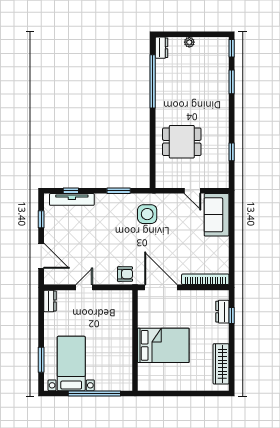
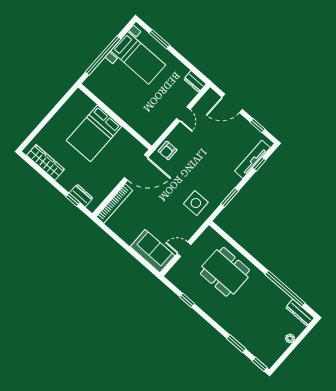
dresser: (161, 48) -> (300, 313), width x1.44
dining table: (182, 142) -> (225, 272), width x1.38

